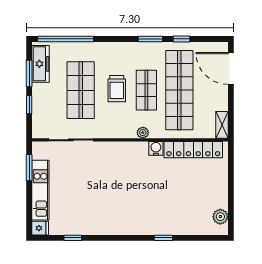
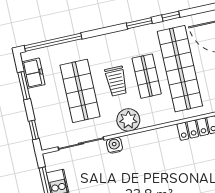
freezer: (41, 64) -> (33, 73), width x0.71
window: (29, 105) -> (34, 130), moved
plant: (143, 133) -> (128, 120), moved, width x1.87, depth x1.87
water cooler: (156, 148) -> (114, 145), moved

